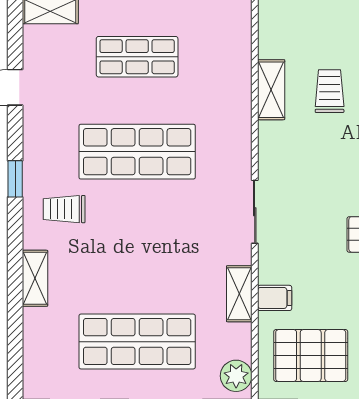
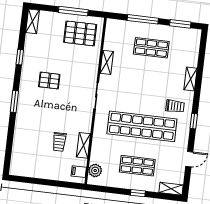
shop shelf: (137, 152) -> (142, 126), width x1.40
filing cabinet: (275, 298) -> (79, 172), moved
shop shelf: (137, 342) -> (151, 48), width x0.70, depth x0.74
plant: (236, 376) -> (95, 170), moved

